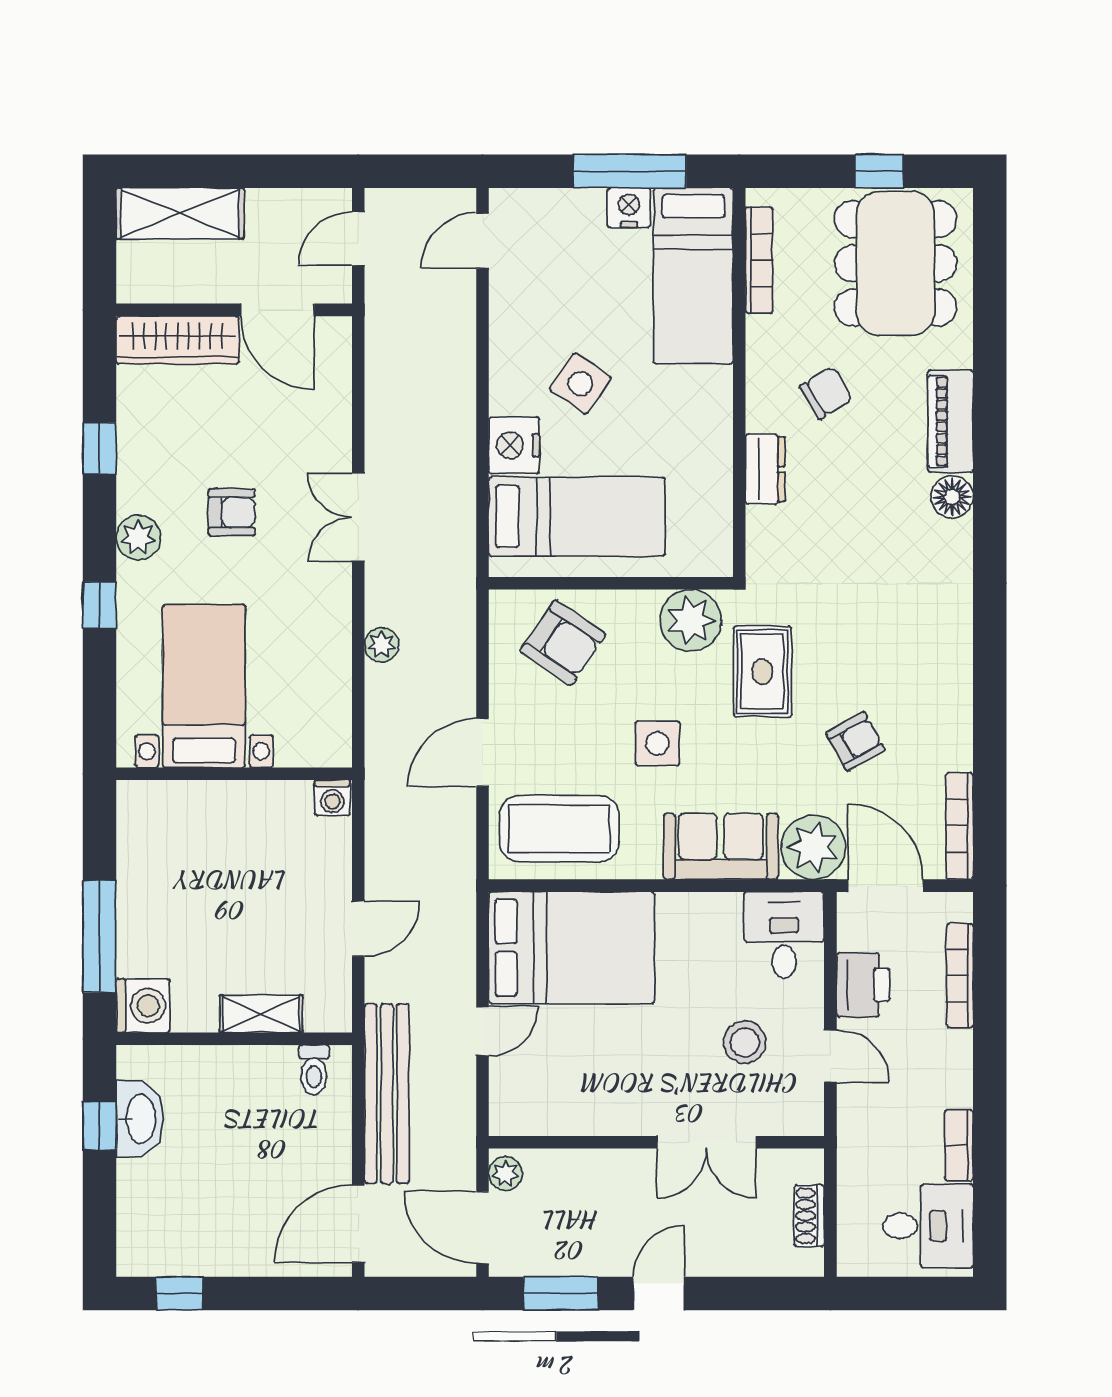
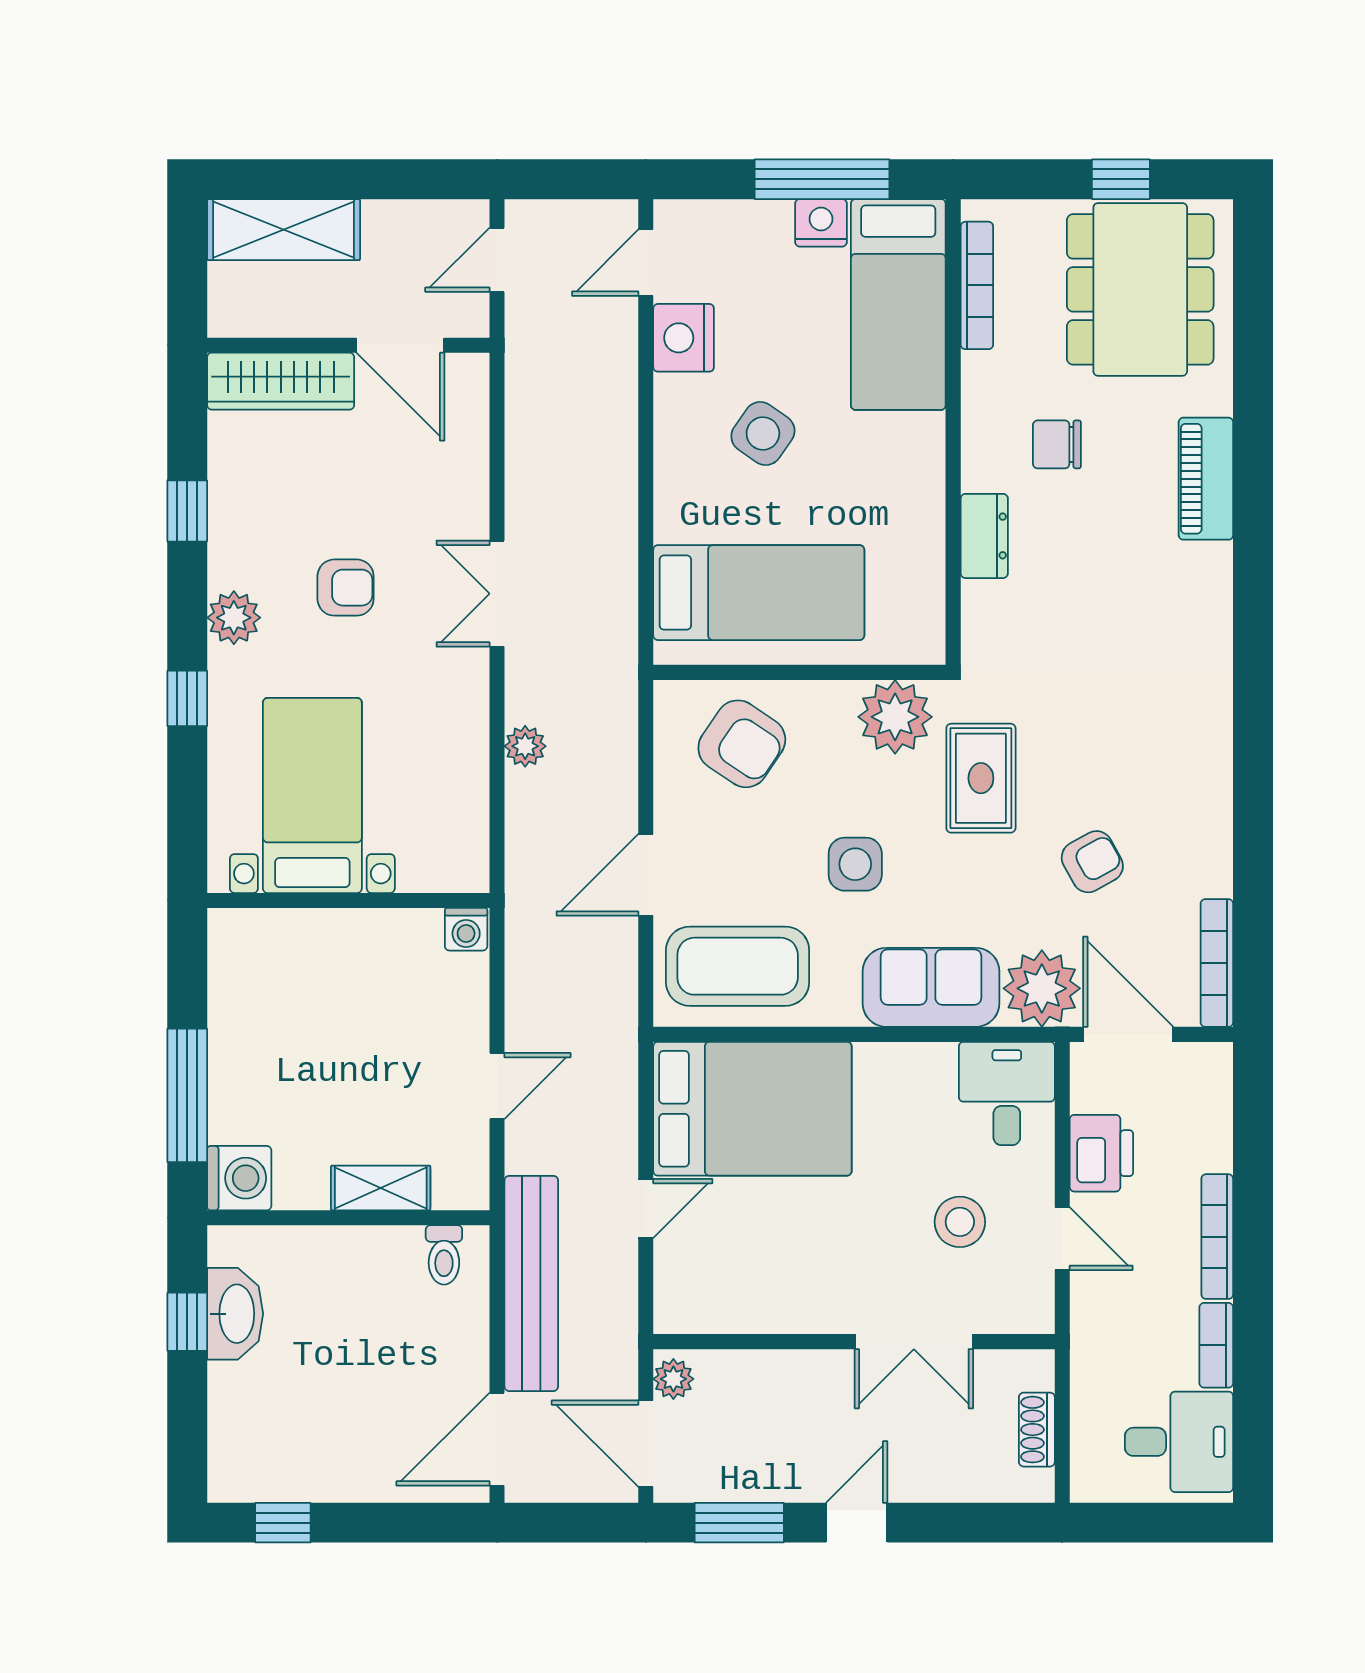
chair: (826, 393) -> (1057, 444), turned -149
nightstand: (514, 445) -> (684, 338), moved
floor lamp: (952, 497) -> (1208, 569), removed
bookcase: (960, 976) -> (1217, 1237), moved

